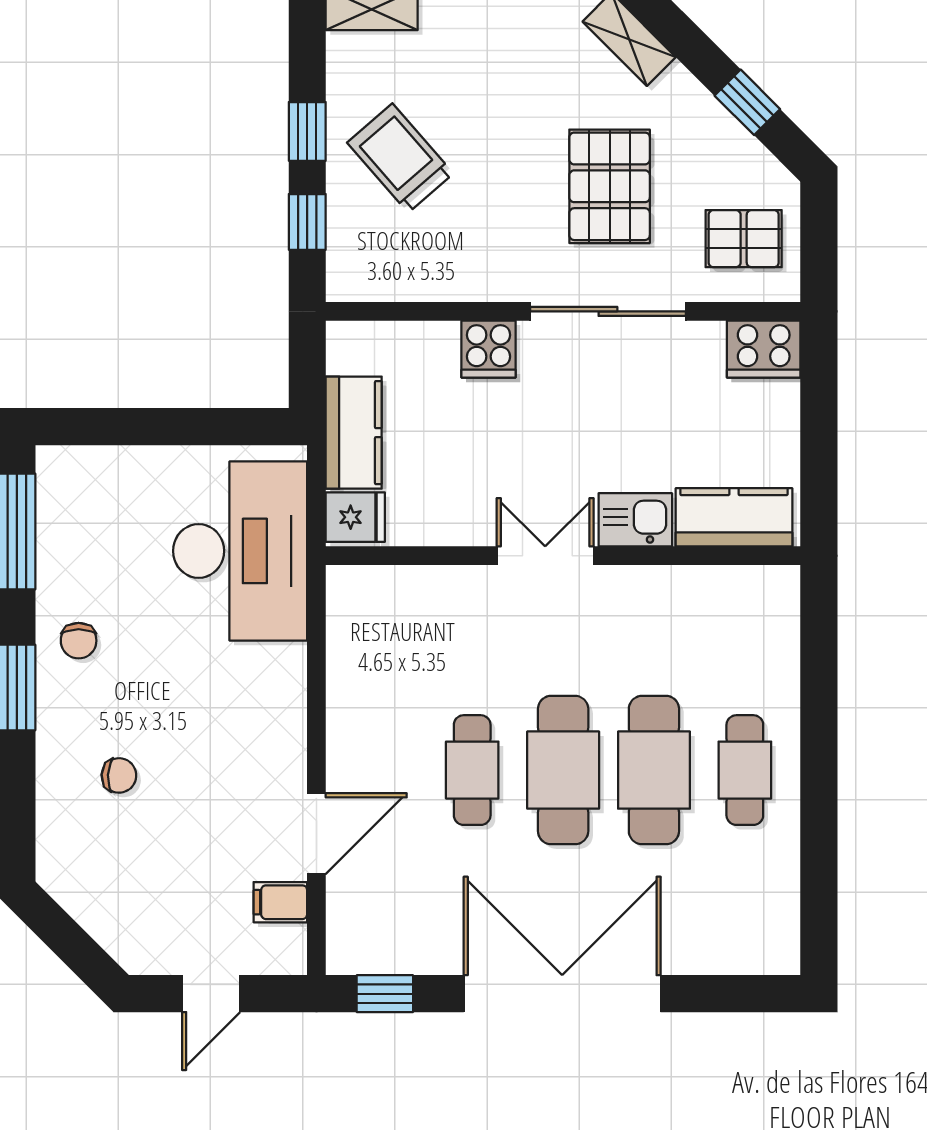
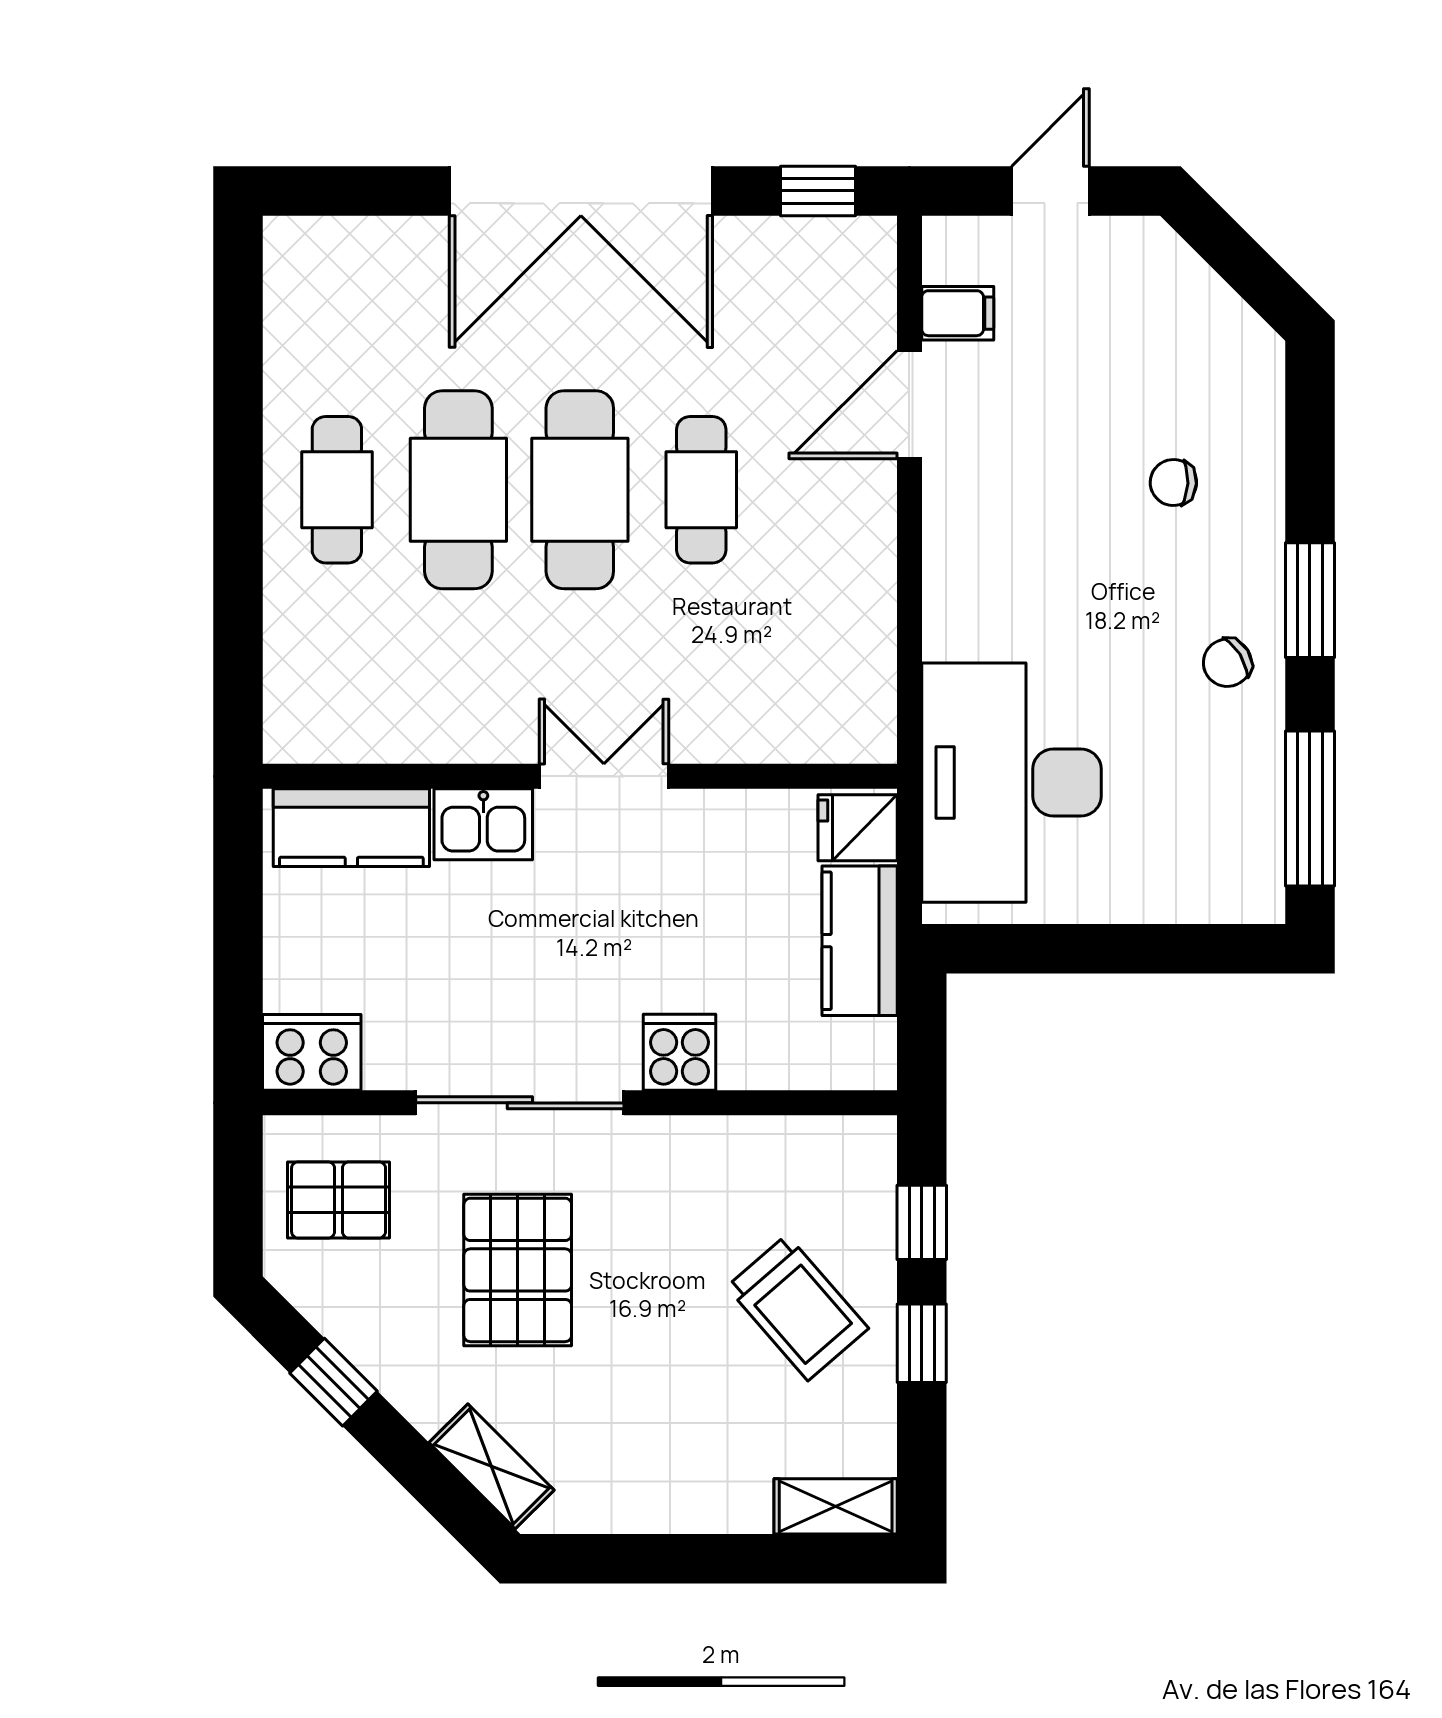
double door: (545, 556) -> (604, 776), swing flipped
chair: (79, 641) -> (1227, 663), turned -122

